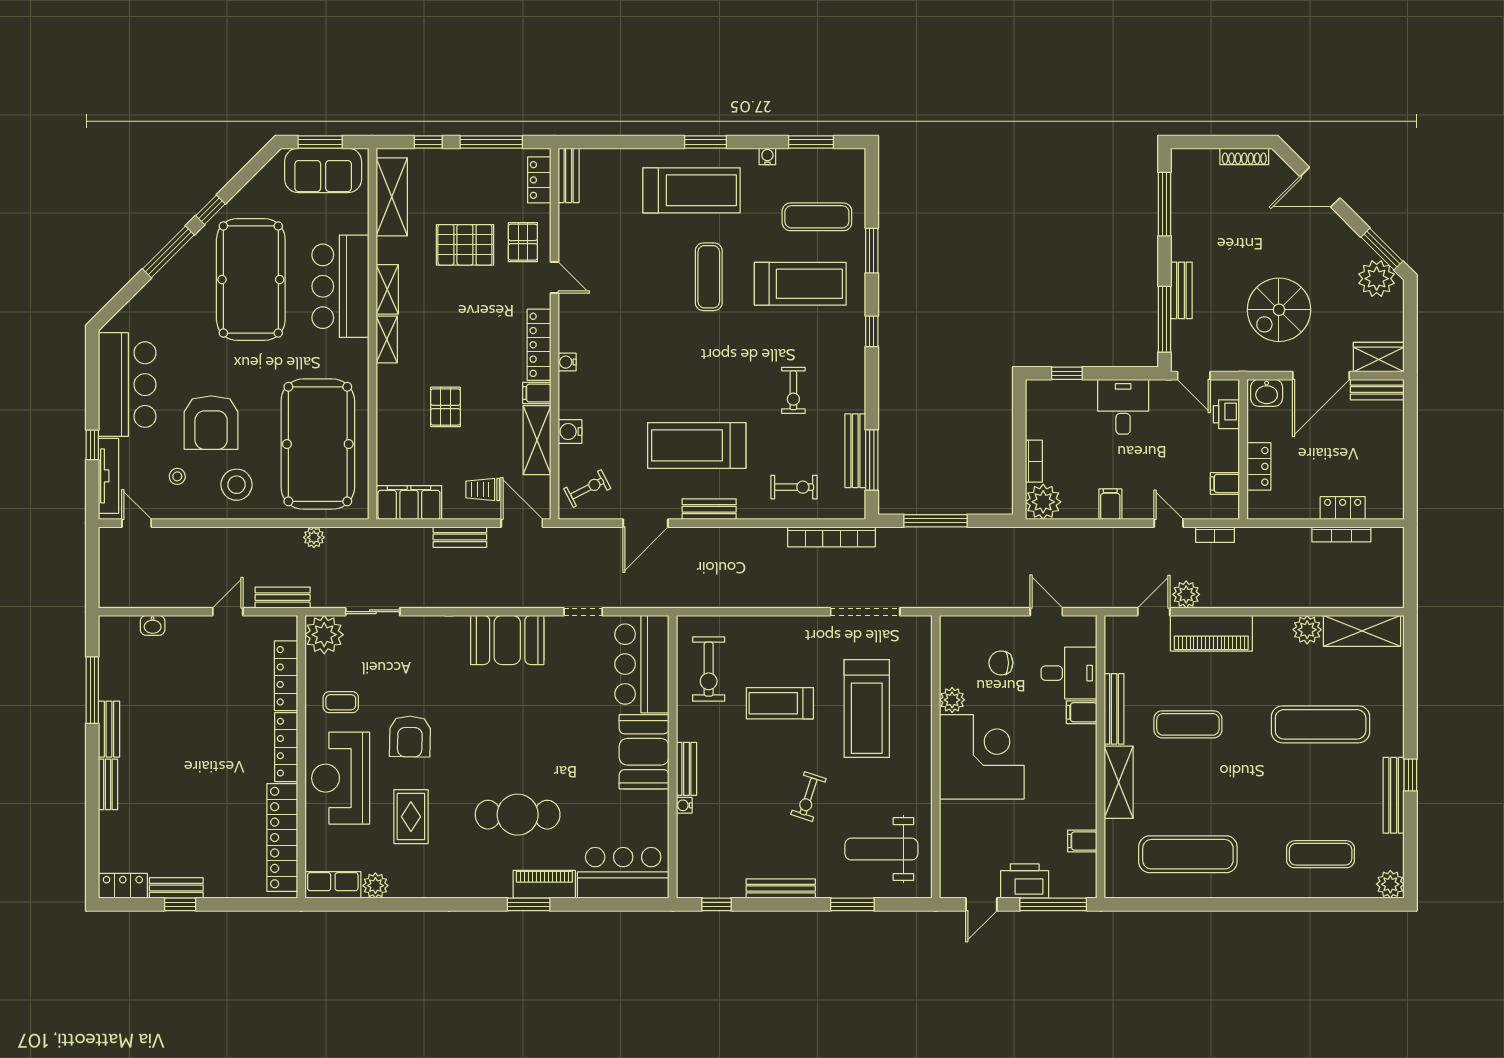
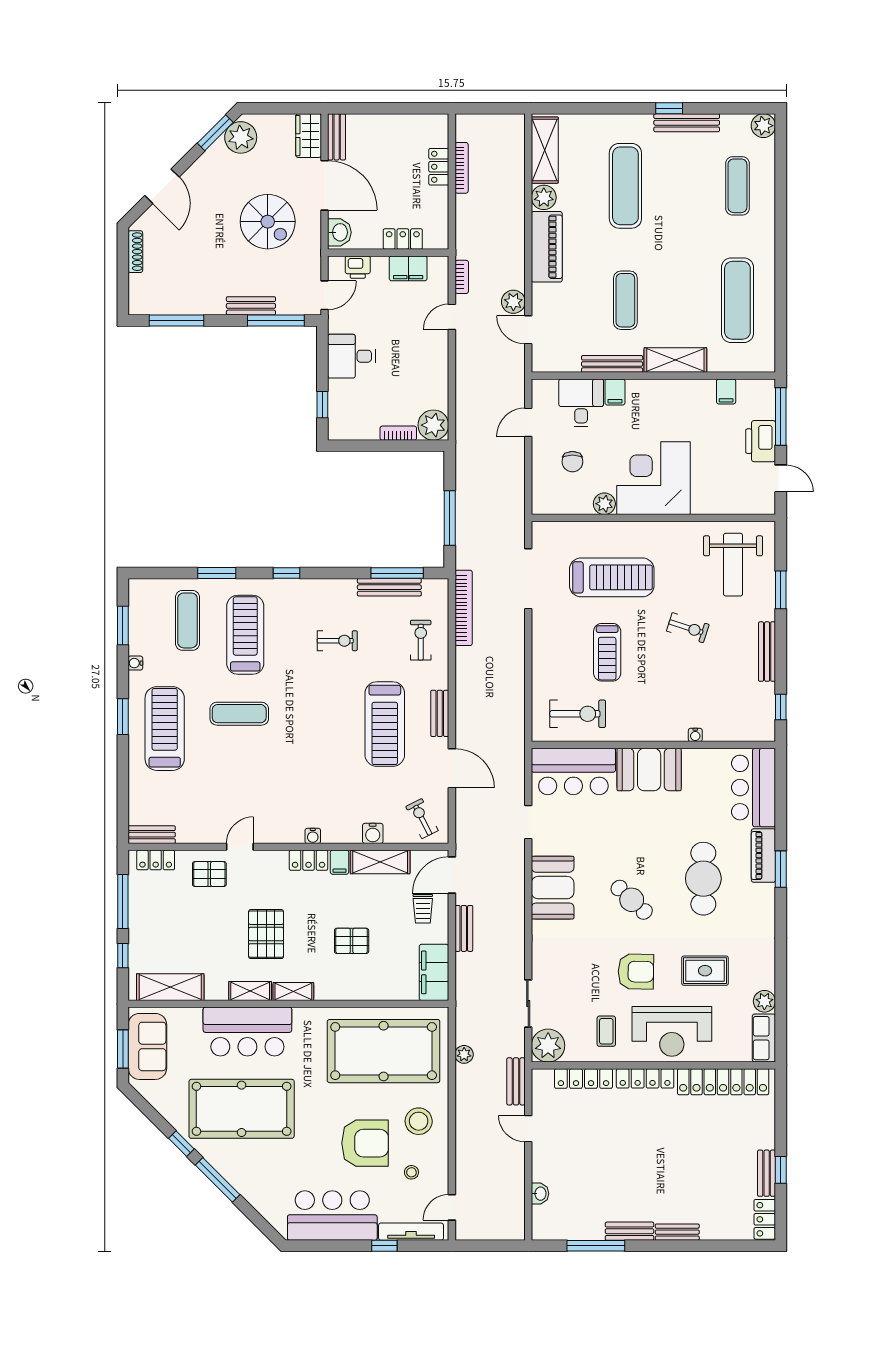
pallet: (465, 245) -> (266, 934), moved
locker: (539, 345) -> (309, 860), width x0.66
filing cabinet: (1225, 483) -> (408, 268), width x2.00
filing cabinet: (1110, 504) -> (435, 367), removed
piano: (1211, 633) -> (547, 247), moved
cafe table: (493, 732) -> (632, 900), added
bench: (686, 769) -> (664, 733), removed

